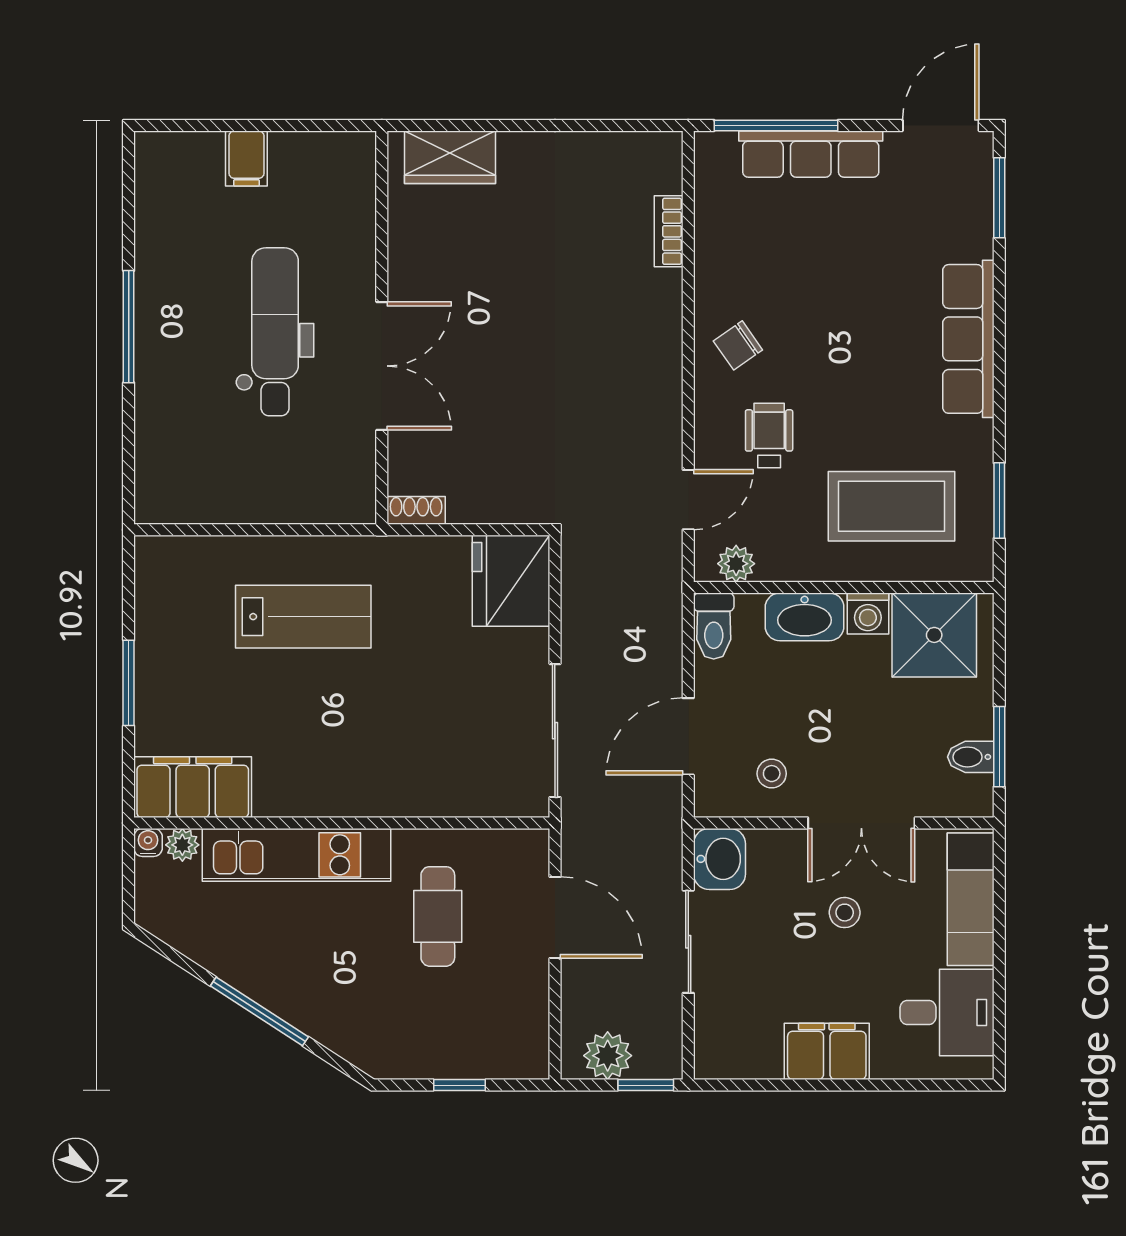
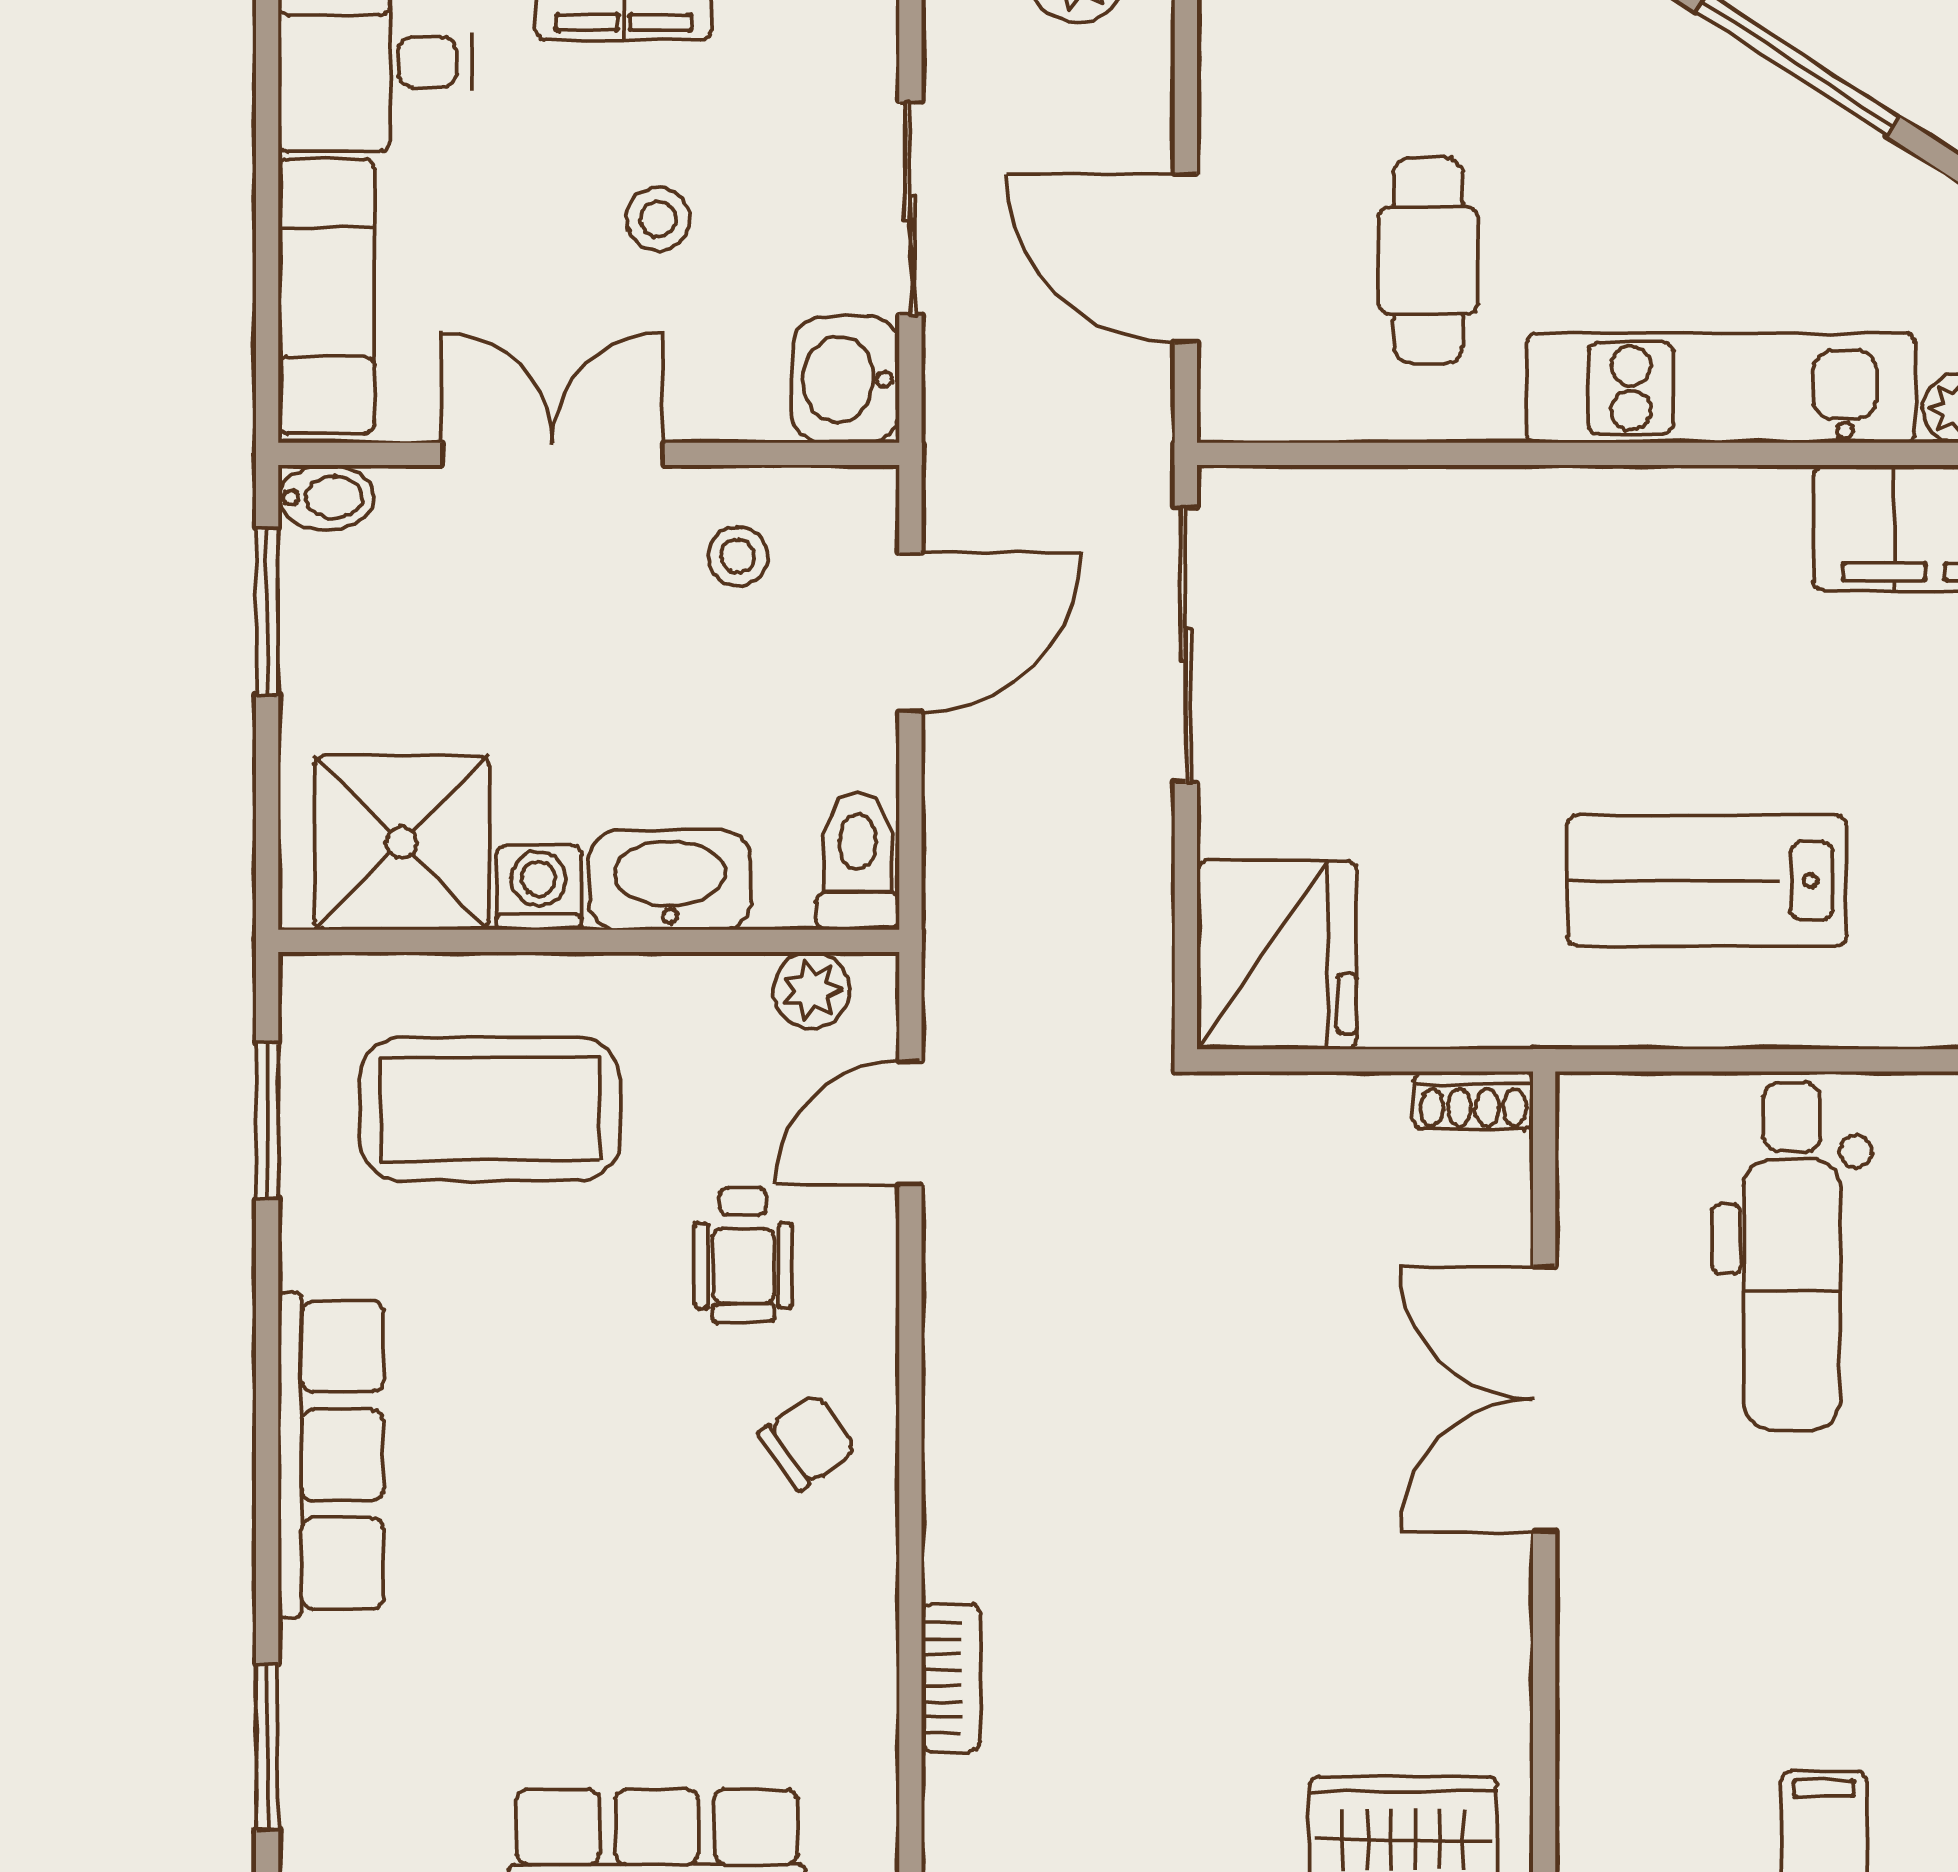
dental chair: (275, 332) -> (1792, 1256), moved
bidet: (971, 757) -> (326, 497), moved
stool: (845, 913) -> (658, 219), moved

